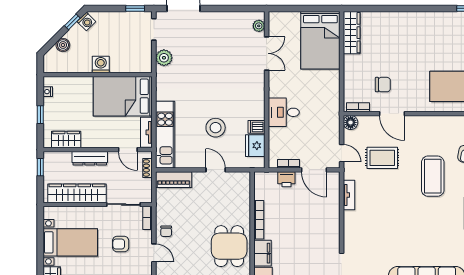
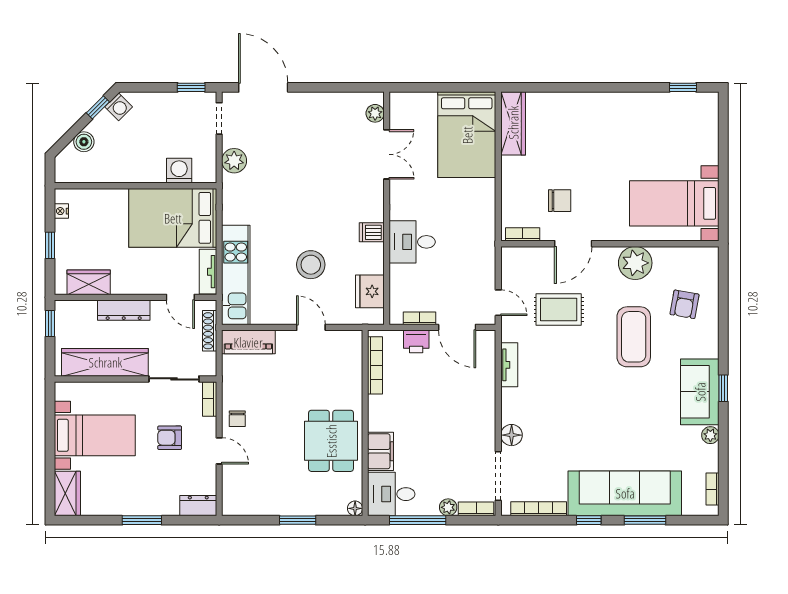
washing machine: (101, 64) -> (179, 171), moved
door: (392, 114) -> (573, 244), hinge flipped
floor lamp: (351, 122) -> (512, 435), moved
plant: (434, 126) -> (635, 263), added
dishwasher: (256, 127) -> (372, 232), moved
shoe rack: (148, 168) -> (210, 331), width x1.43
bookcase: (259, 220) -> (375, 365), moved

